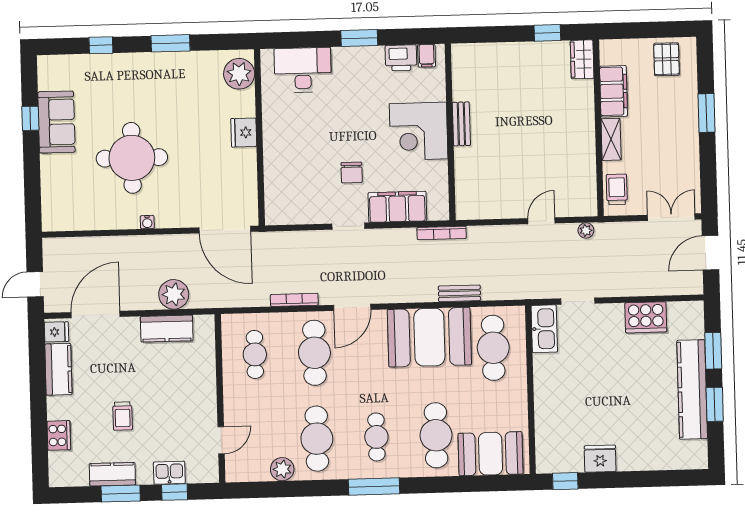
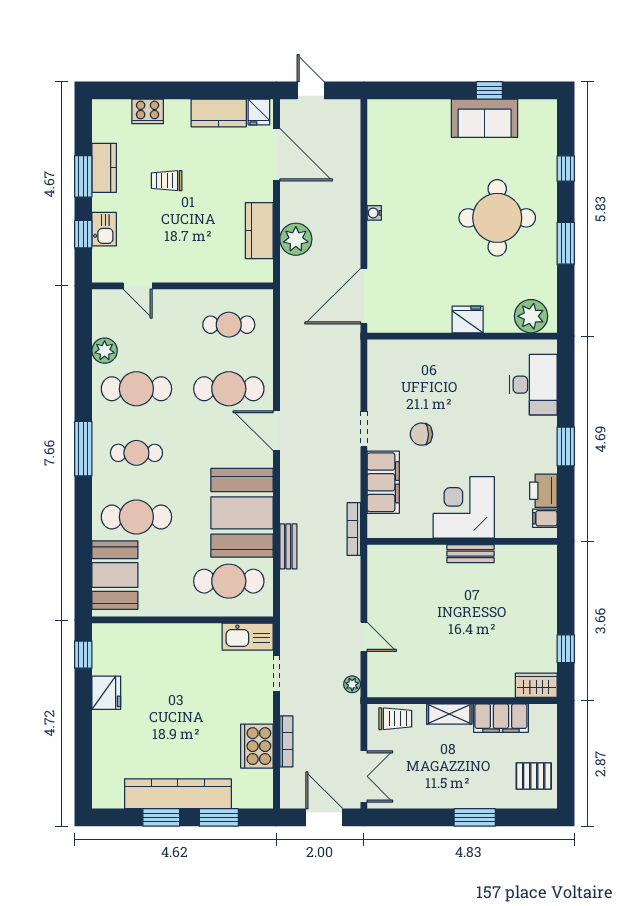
round table: (132, 158) -> (497, 218), moved
bookcase: (294, 300) -> (286, 741), moved

